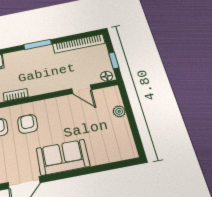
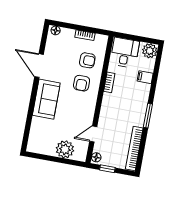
plant: (119, 111) -> (65, 149), width x1.88, depth x1.88
armchair: (28, 124) -> (82, 83), turned 90

